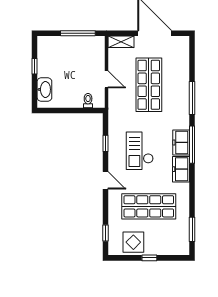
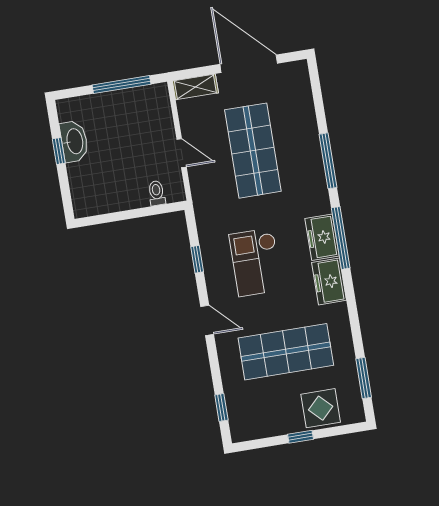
washbasin: (44, 89) -> (74, 141), moved
display table: (133, 242) -> (321, 408), moved

